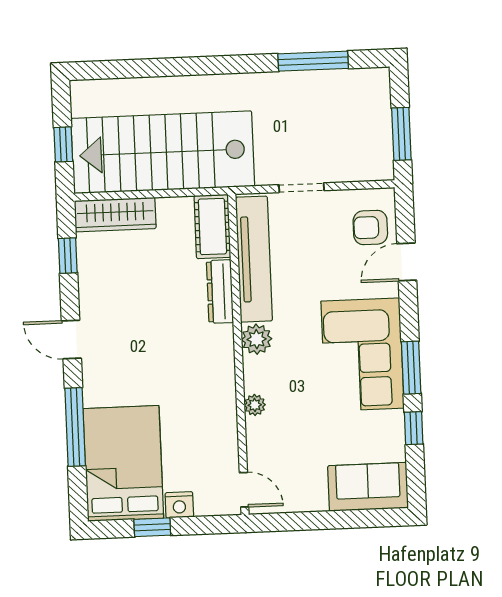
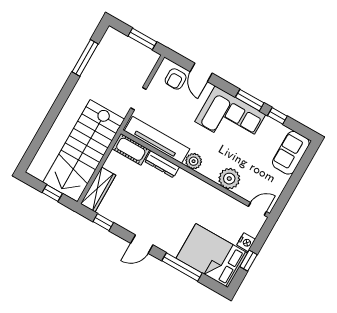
plant: (255, 405) -> (229, 179), width x1.87, depth x1.87

